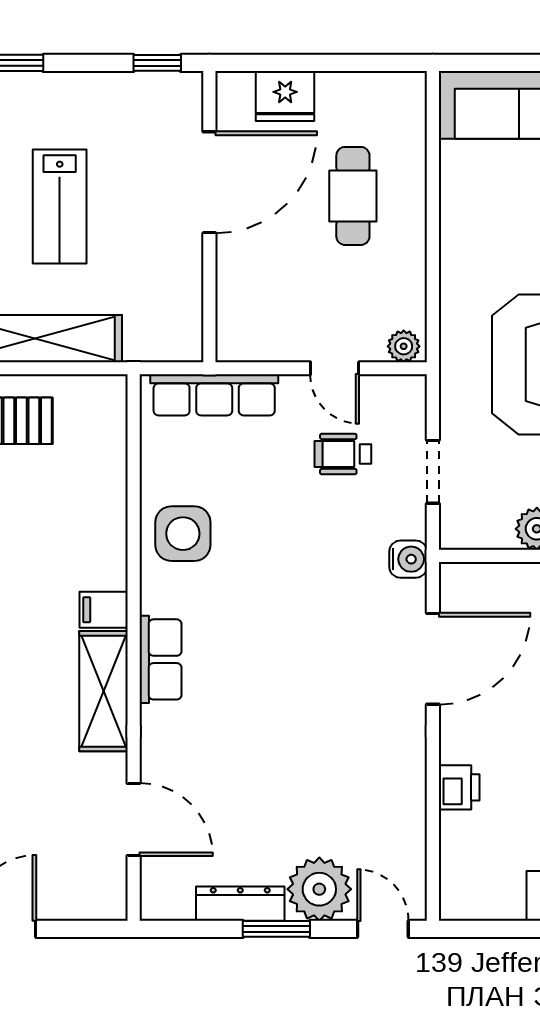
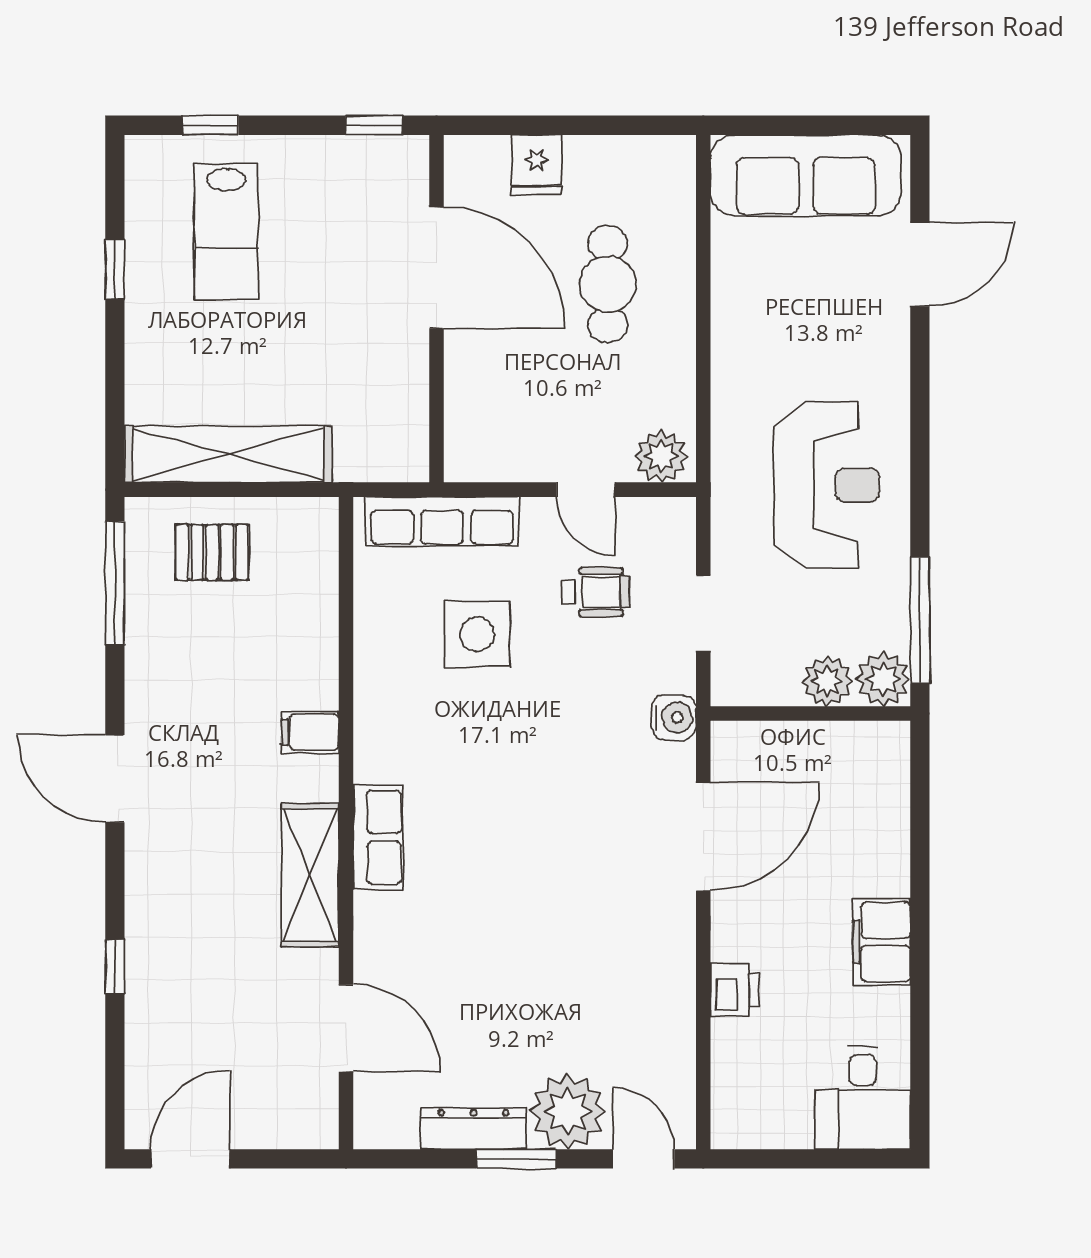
fridge: (285, 96) -> (536, 165), width x0.72
door: (209, 182) -> (436, 268), hinge flipped
lab bench: (60, 206) -> (226, 232), moved
plant: (404, 346) -> (661, 456), width x1.38, depth x1.38
wheelchair: (343, 454) -> (596, 592), turned 180
side table: (183, 534) -> (477, 634), moved
filing cabinet: (104, 610) -> (310, 732), moved

